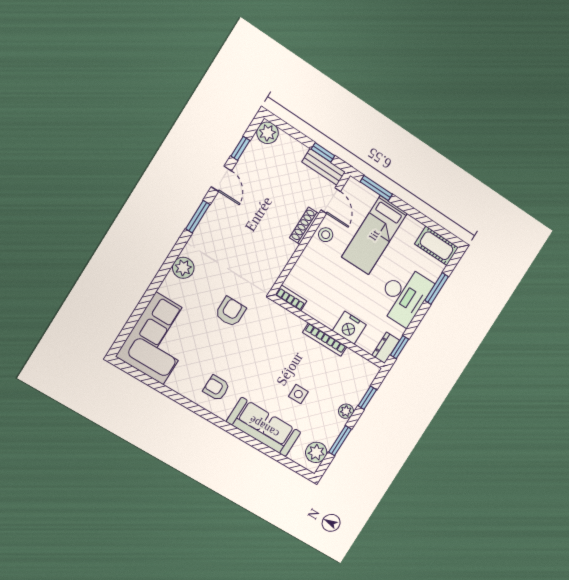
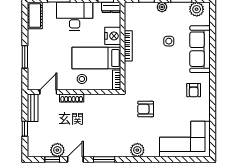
plant: (267, 133) -> (57, 150), moved
window: (323, 152) -> (25, 129), moved
window: (376, 188) -> (25, 57), moved
stool: (326, 235) -> (82, 79), moved
bed: (374, 235) -> (96, 58), moved, turned 180

